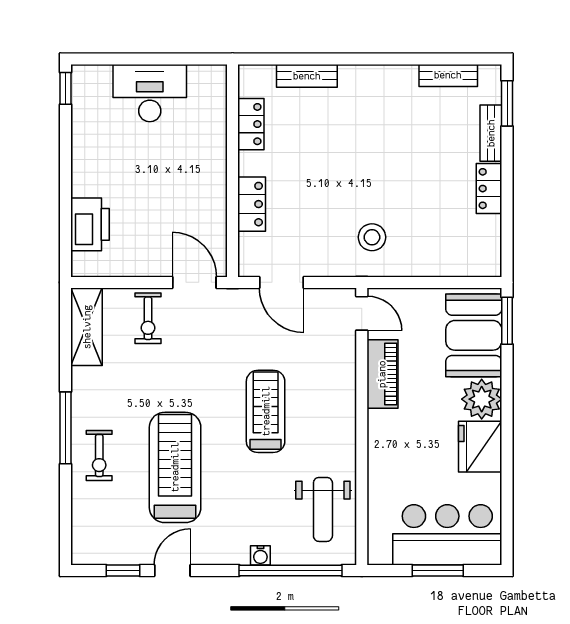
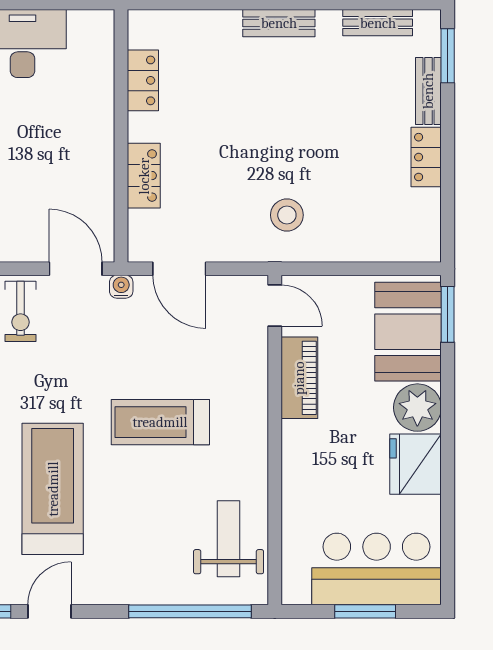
bench: (307, 76) -> (279, 23), moved
treadmill: (266, 411) -> (160, 422), turned -90
weight bench: (323, 509) -> (229, 539), turned 180
water cooler: (260, 555) -> (121, 287), moved, turned 180

